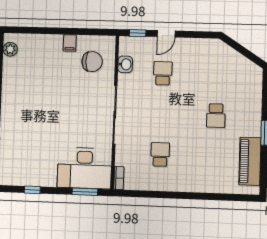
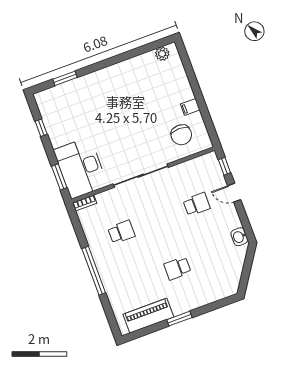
washbasin: (125, 64) -> (239, 237), moved, turned 90
window: (186, 196) -> (94, 271), added

